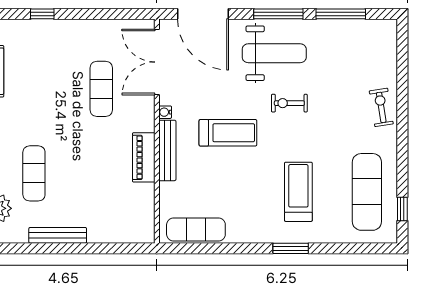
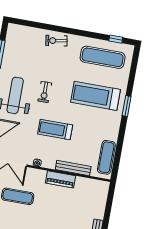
treadmill: (228, 133) -> (55, 130), turned -90
bench: (167, 150) -> (73, 168), moved
treadmill: (298, 192) -> (96, 96), width x1.37, depth x1.38

